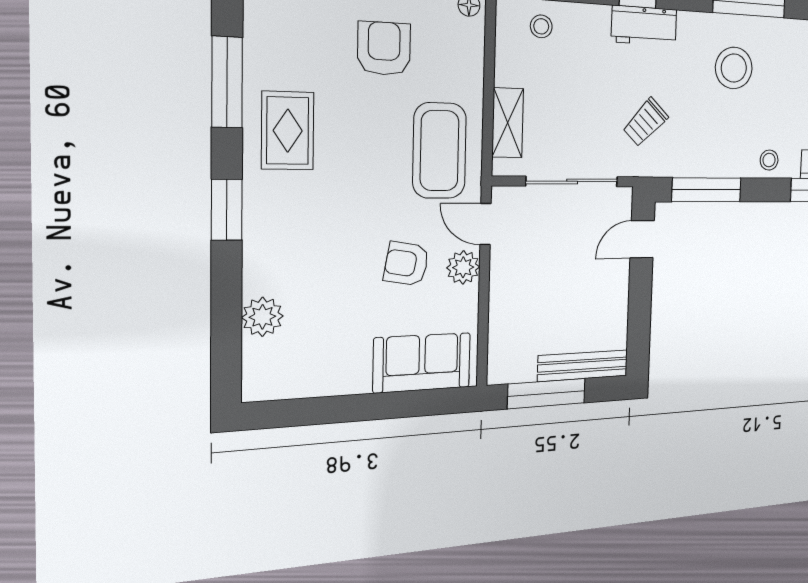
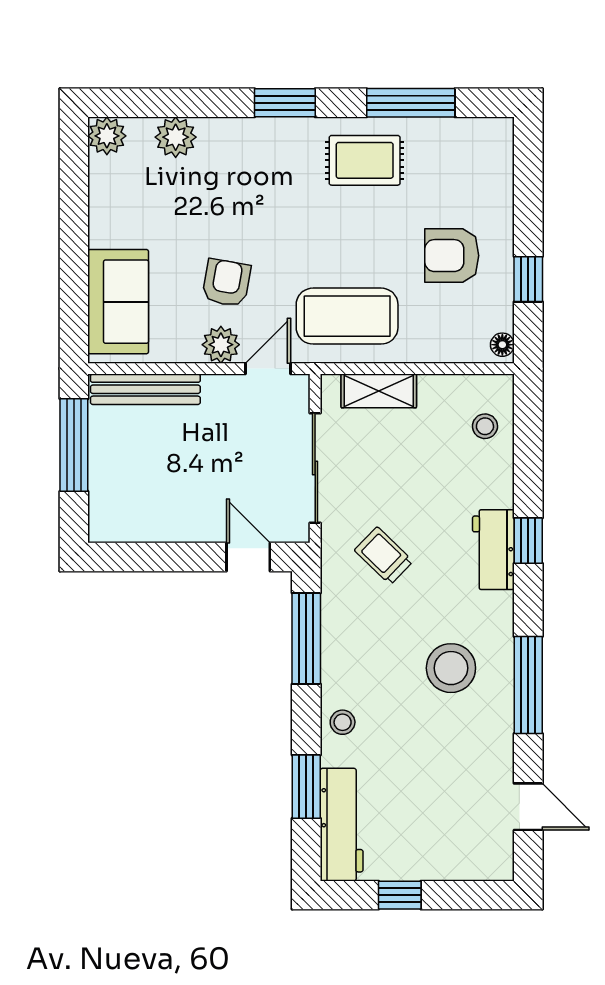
armchair: (384, 48) -> (452, 256), turned 180
bench: (583, 366) -> (145, 389), moved, turned 90
plant: (261, 383) -> (107, 136), added

